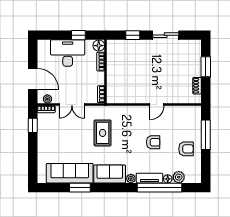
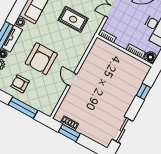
sliding door: (166, 35) -> (122, 130), moved
window: (206, 67) -> (69, 133), moved
armchair: (153, 142) -> (41, 59), width x1.88, depth x1.88
armchair: (186, 149) -> (20, 84), turned 90

